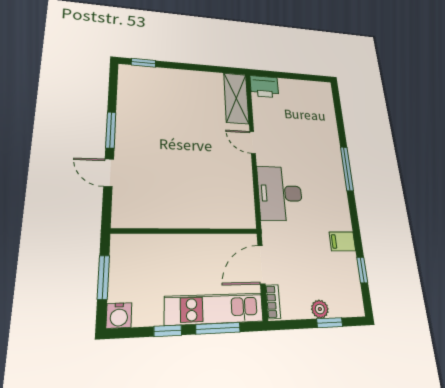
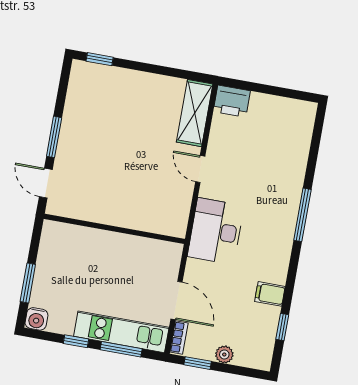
wall: (186, 231) -> (114, 229), moved
door: (261, 265) -> (177, 300), swing flipped
window: (330, 323) -> (198, 363), moved

